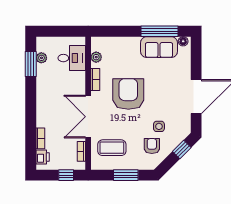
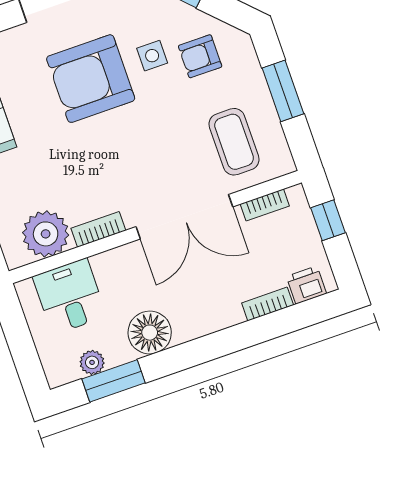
plant: (96, 57) -> (46, 234), width x1.87, depth x1.87
floor lamp: (46, 86) -> (150, 333), added
armchair: (128, 94) -> (91, 79), moved

